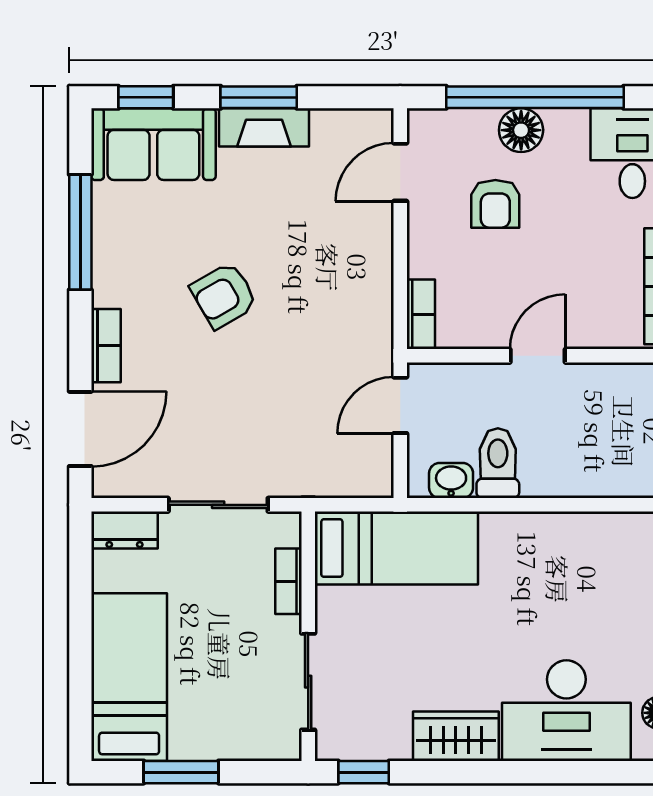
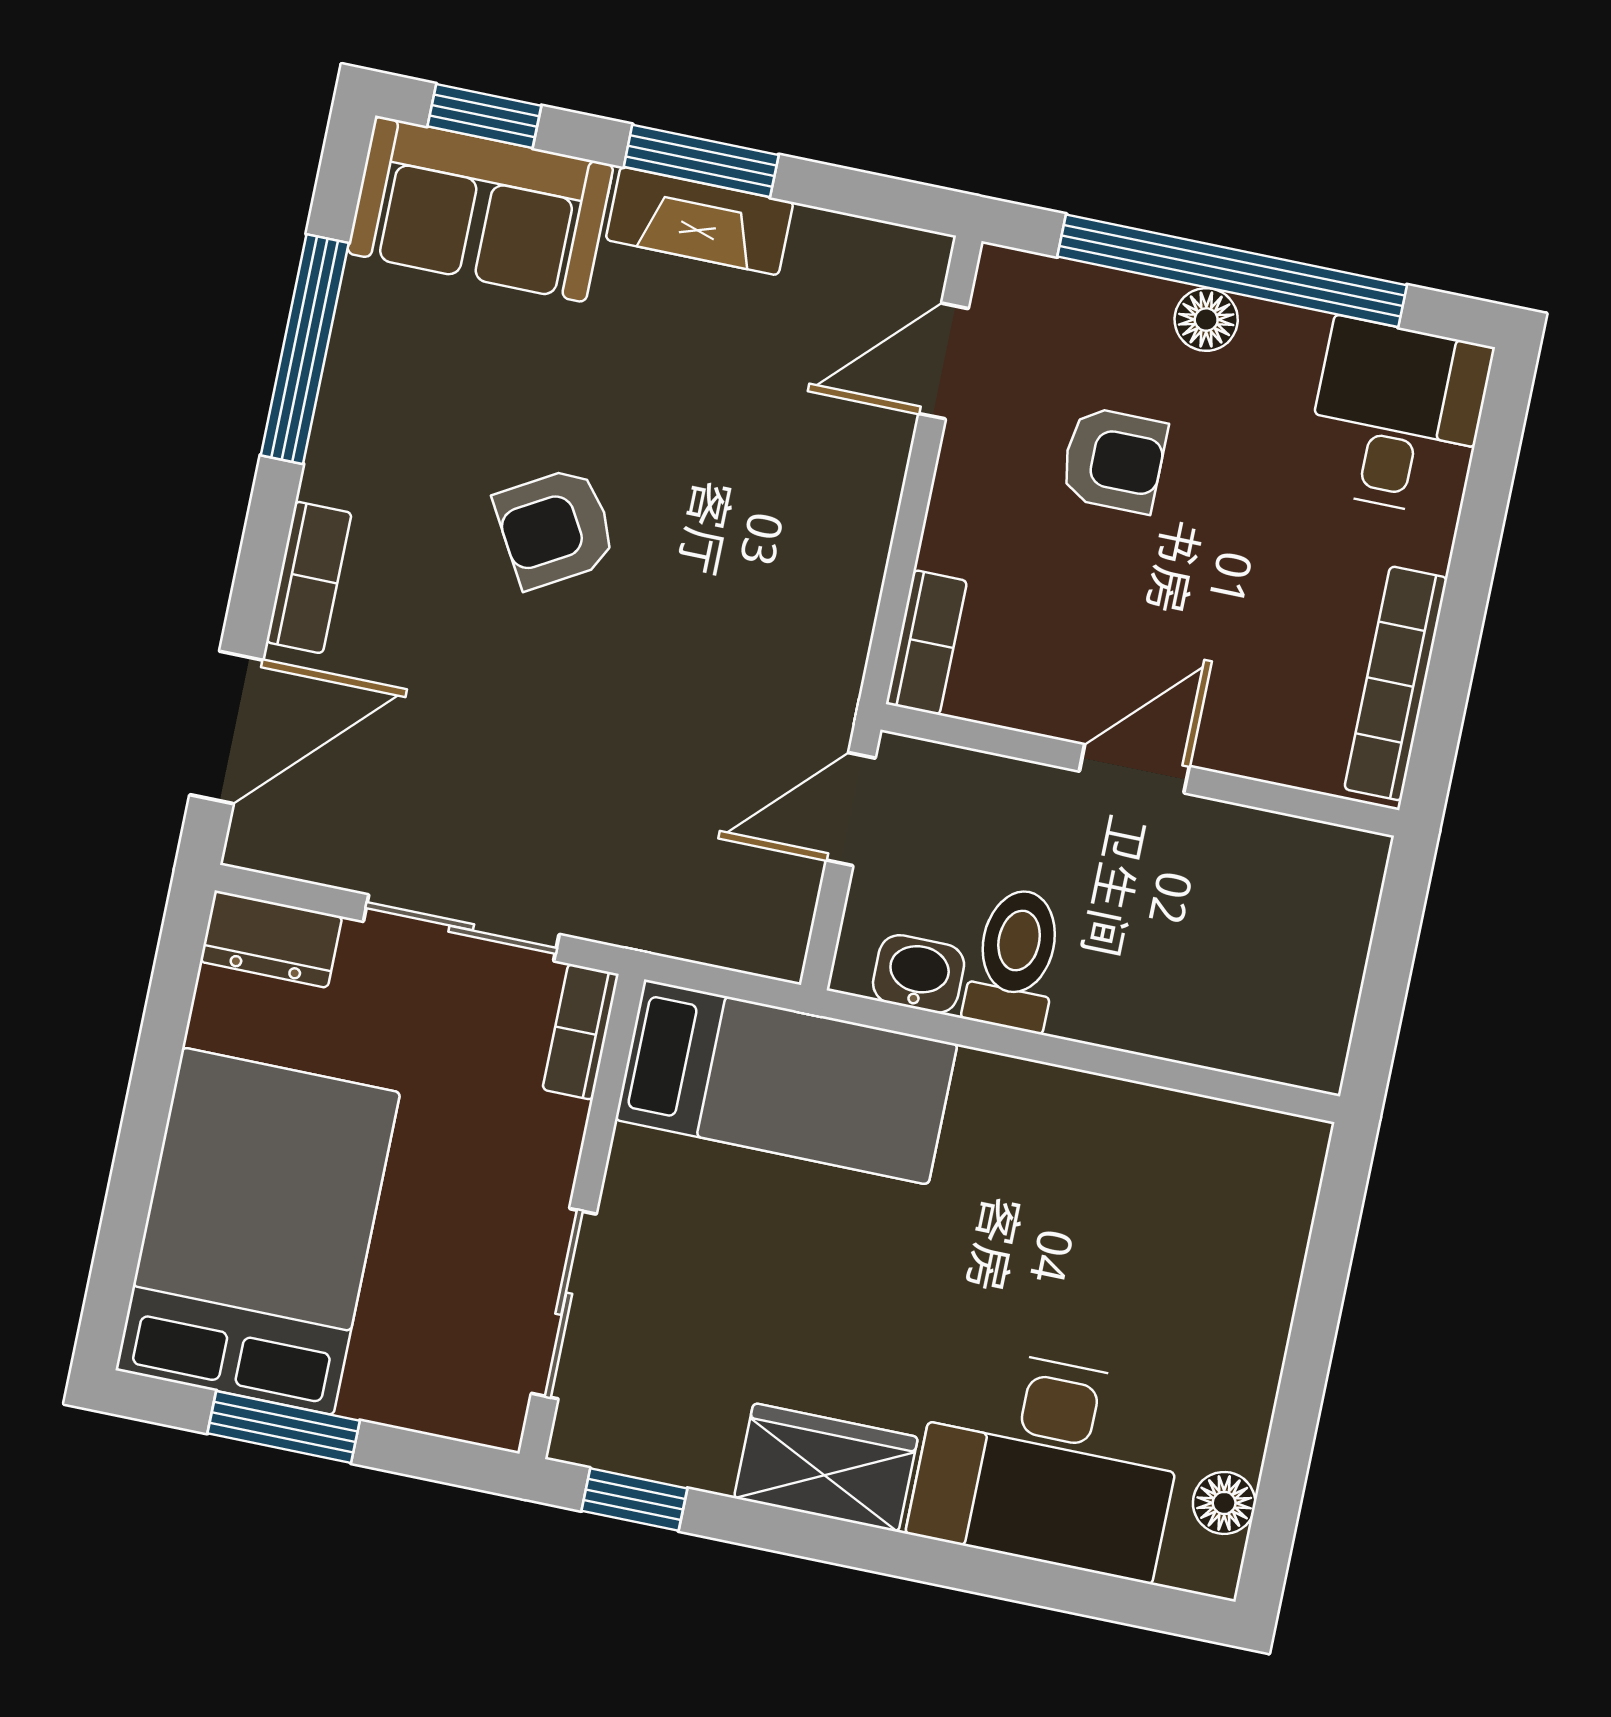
floor lamp: (521, 130) -> (1206, 320), width x0.73, depth x0.73
armchair: (495, 204) -> (1114, 460), turned -90
bookcase: (288, 581) -> (581, 1032), moved
bed: (129, 677) -> (258, 1231), width x1.50

